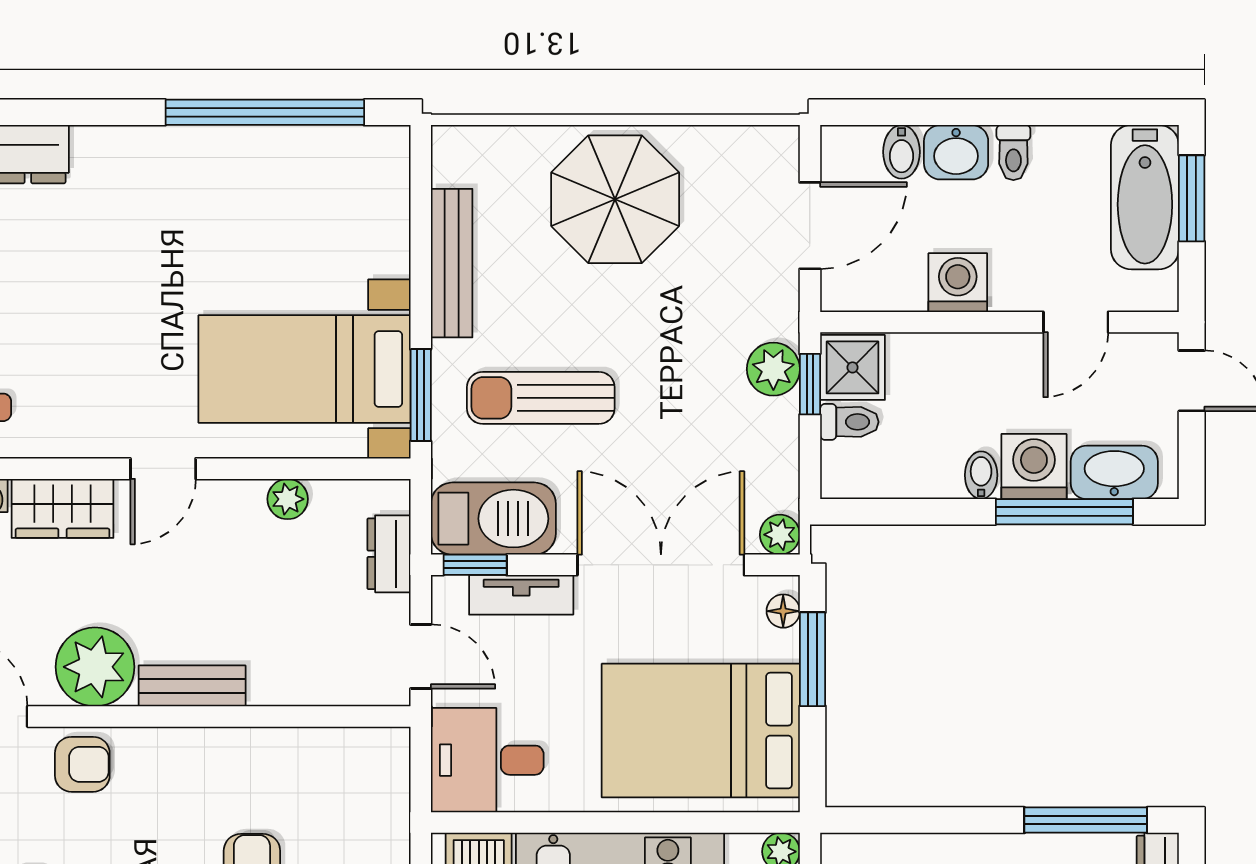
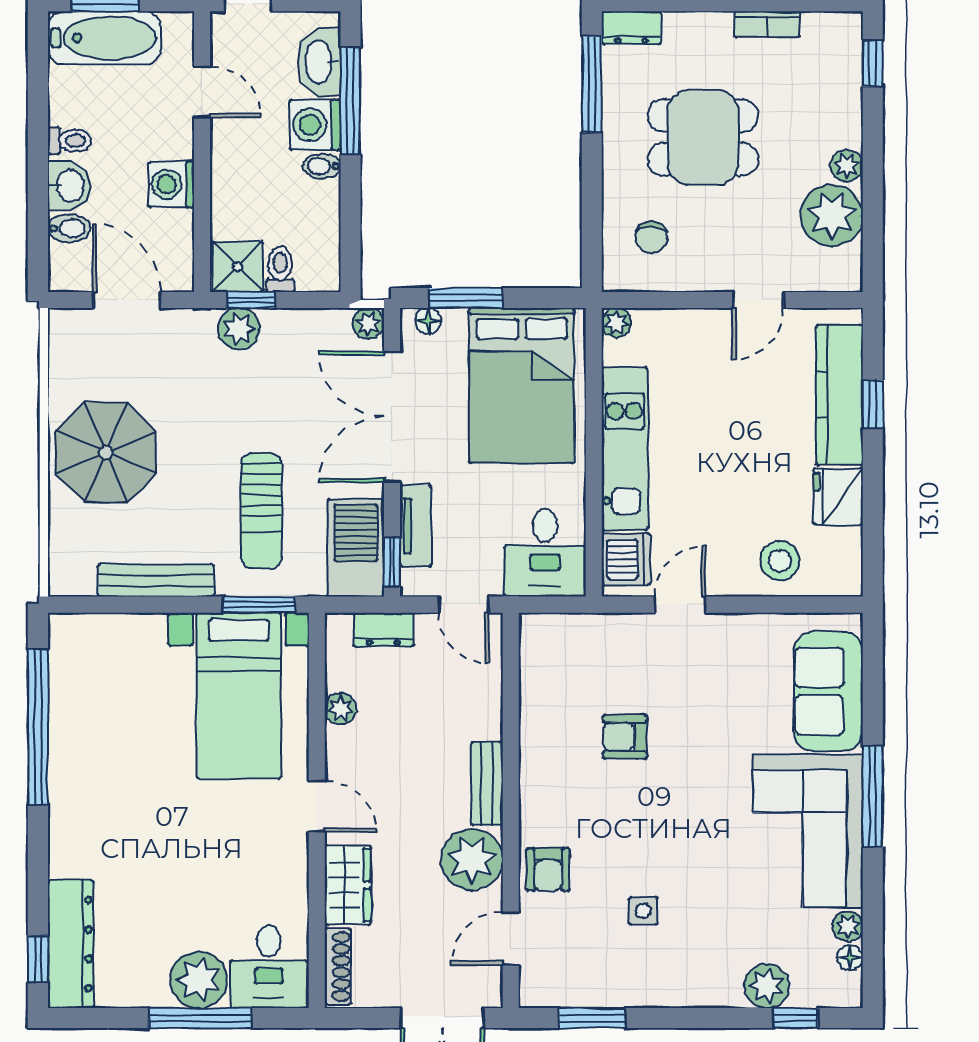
door: (421, 657) -> (464, 605), swing flipped
armchair: (82, 764) -> (548, 870), turned 180

